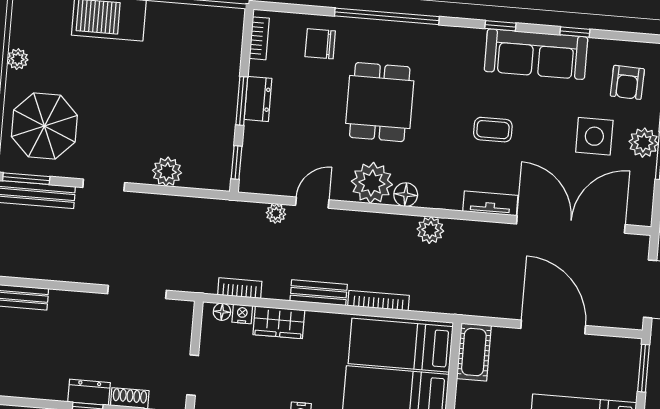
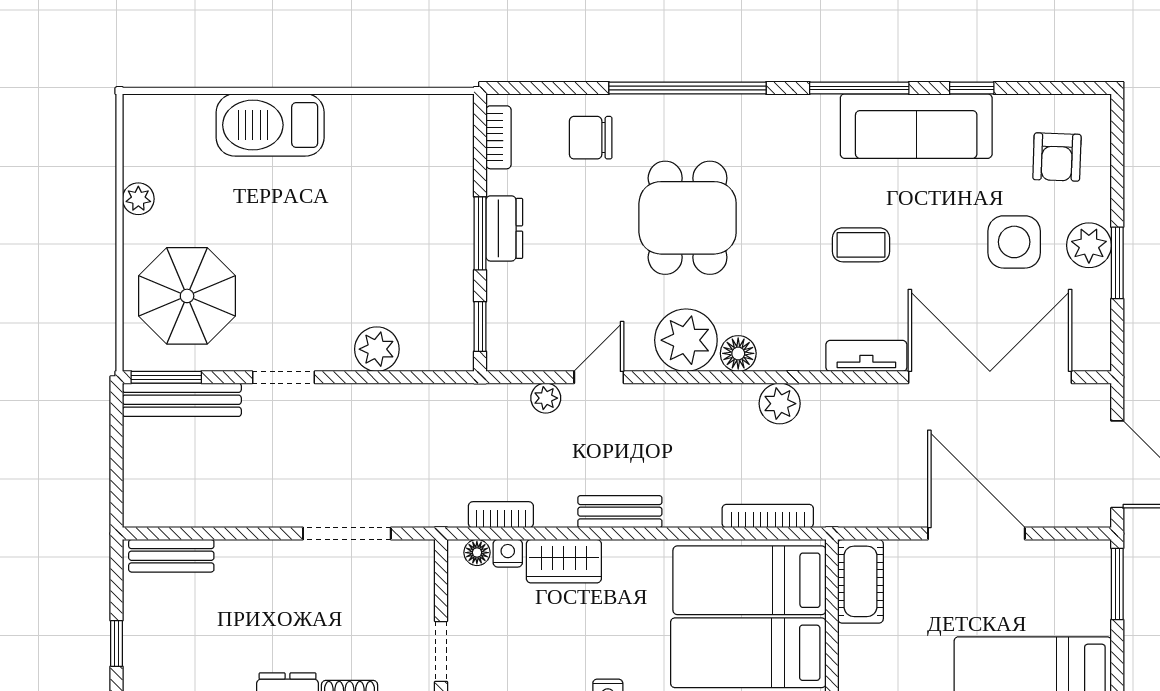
window: (500, 26) -> (859, 88), width x2.17
bookcase: (379, 301) -> (768, 516), moved

